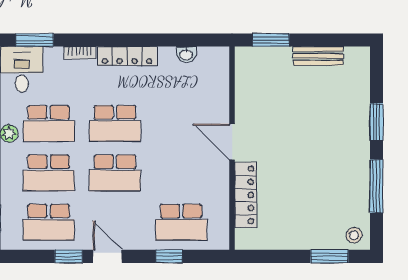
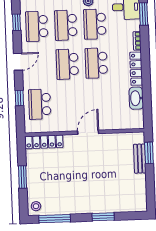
washbasin: (186, 54) -> (136, 98), width x1.91, depth x1.45
bench: (318, 56) -> (140, 159), moved
window: (376, 186) -> (55, 219), moved
locker: (245, 195) -> (44, 142), moved
window: (69, 256) -> (17, 22), moved
window: (329, 256) -> (22, 177), moved

